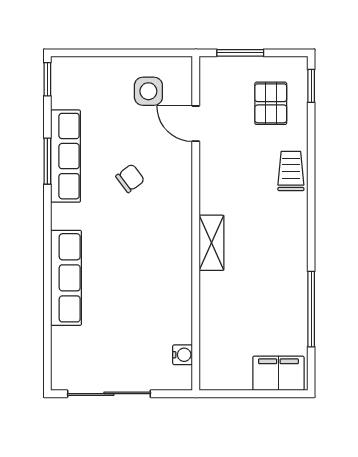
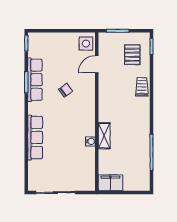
side table: (148, 91) -> (86, 44), moved
door: (196, 124) -> (97, 64), hinge flipped
shelving: (211, 243) -> (104, 136), moved
water cooler: (183, 355) -> (90, 141), moved
filing cabinet: (278, 373) -> (110, 183), moved

